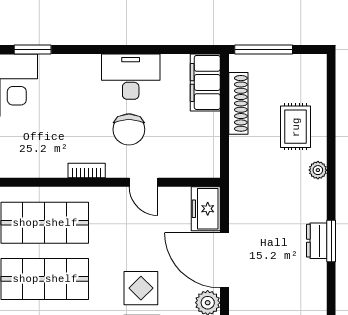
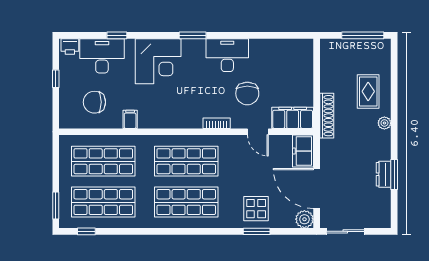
window: (33, 49) -> (193, 35), moved
window: (264, 49) -> (363, 35), moved
desk: (131, 77) -> (227, 55), moved
filing cabinet: (205, 82) -> (293, 118), moved, turned 90
shoe rack: (238, 103) -> (327, 116), moved

